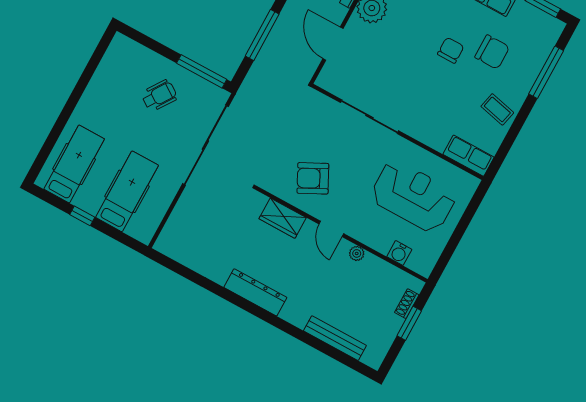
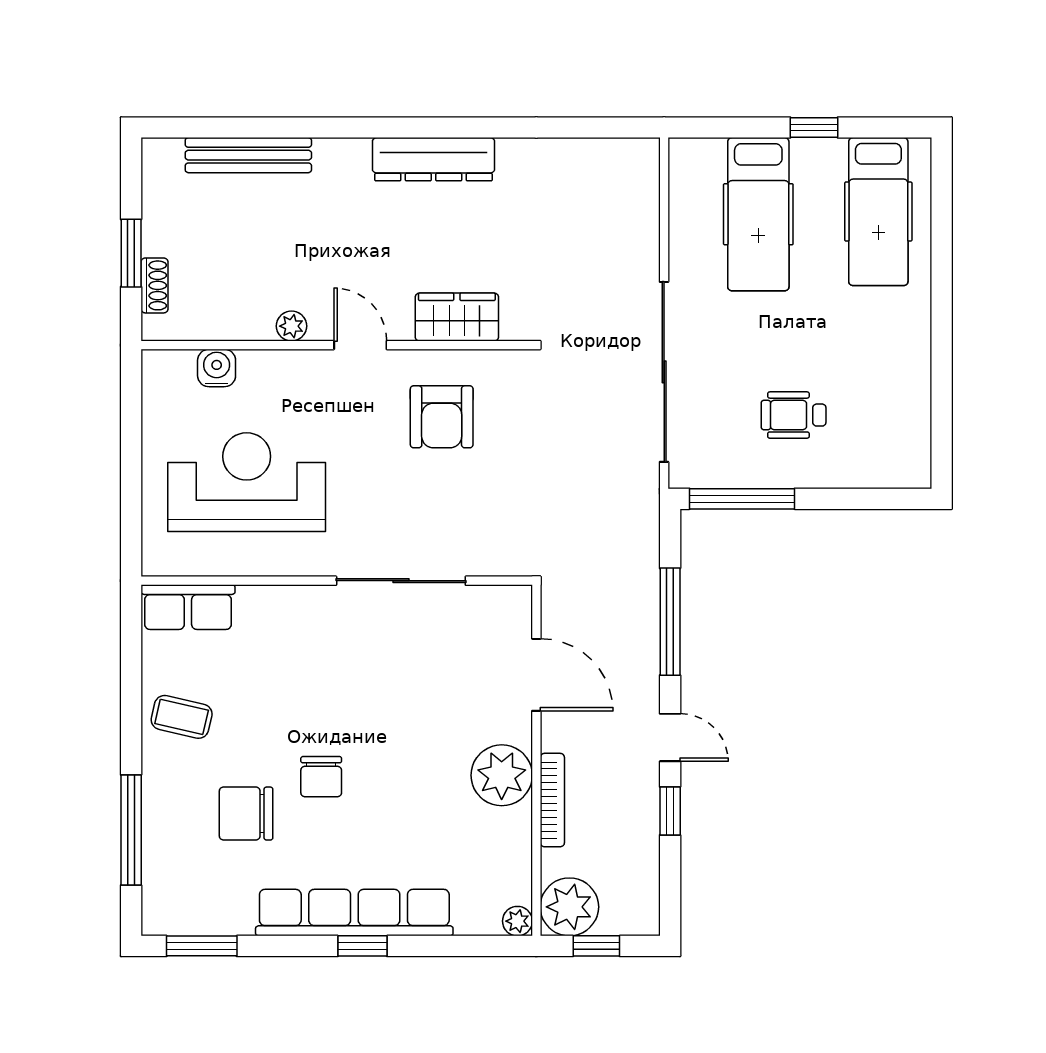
wheelchair: (159, 96) -> (794, 415), turned 56
armchair: (313, 178) -> (442, 417), turned 117
reception desk: (413, 196) -> (247, 482), turned 180

